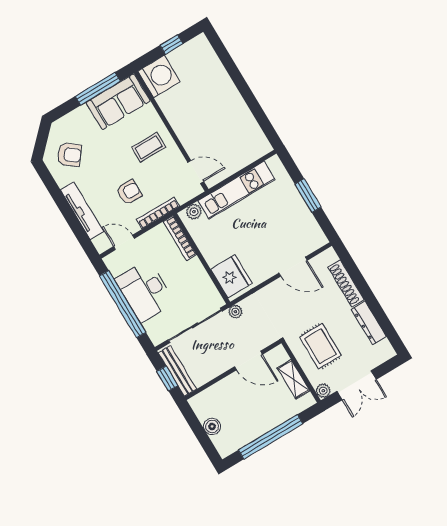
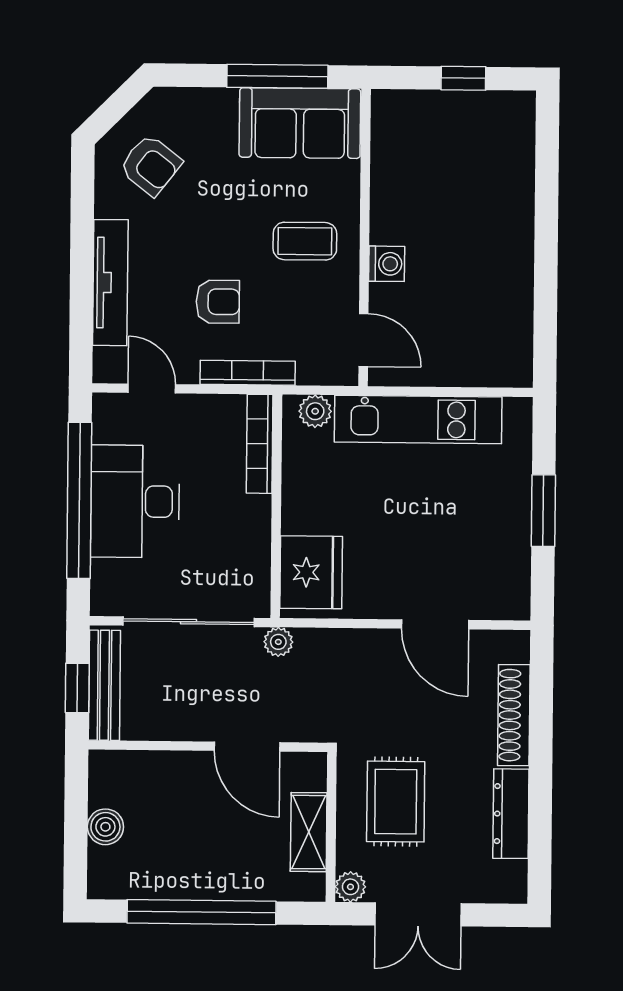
washing machine: (159, 76) -> (387, 264), moved, width x0.53, depth x0.53

